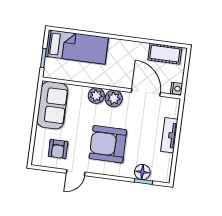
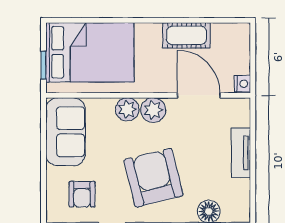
bed: (77, 47) -> (90, 52), width x1.50
cot: (165, 54) -> (187, 35), moved
armchair: (108, 144) -> (153, 178), turned 76

